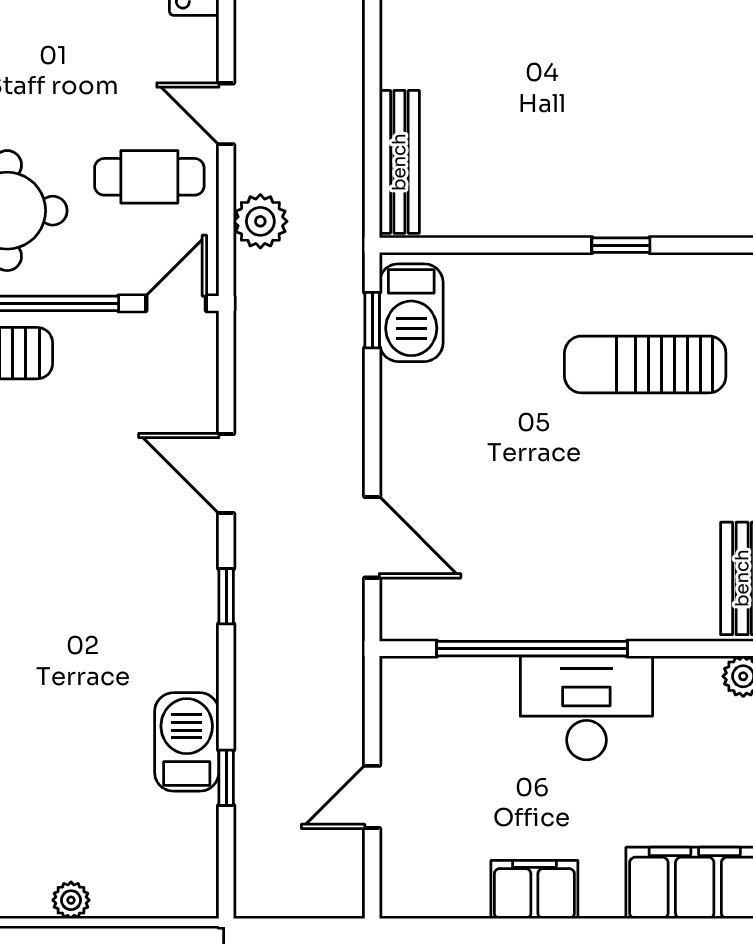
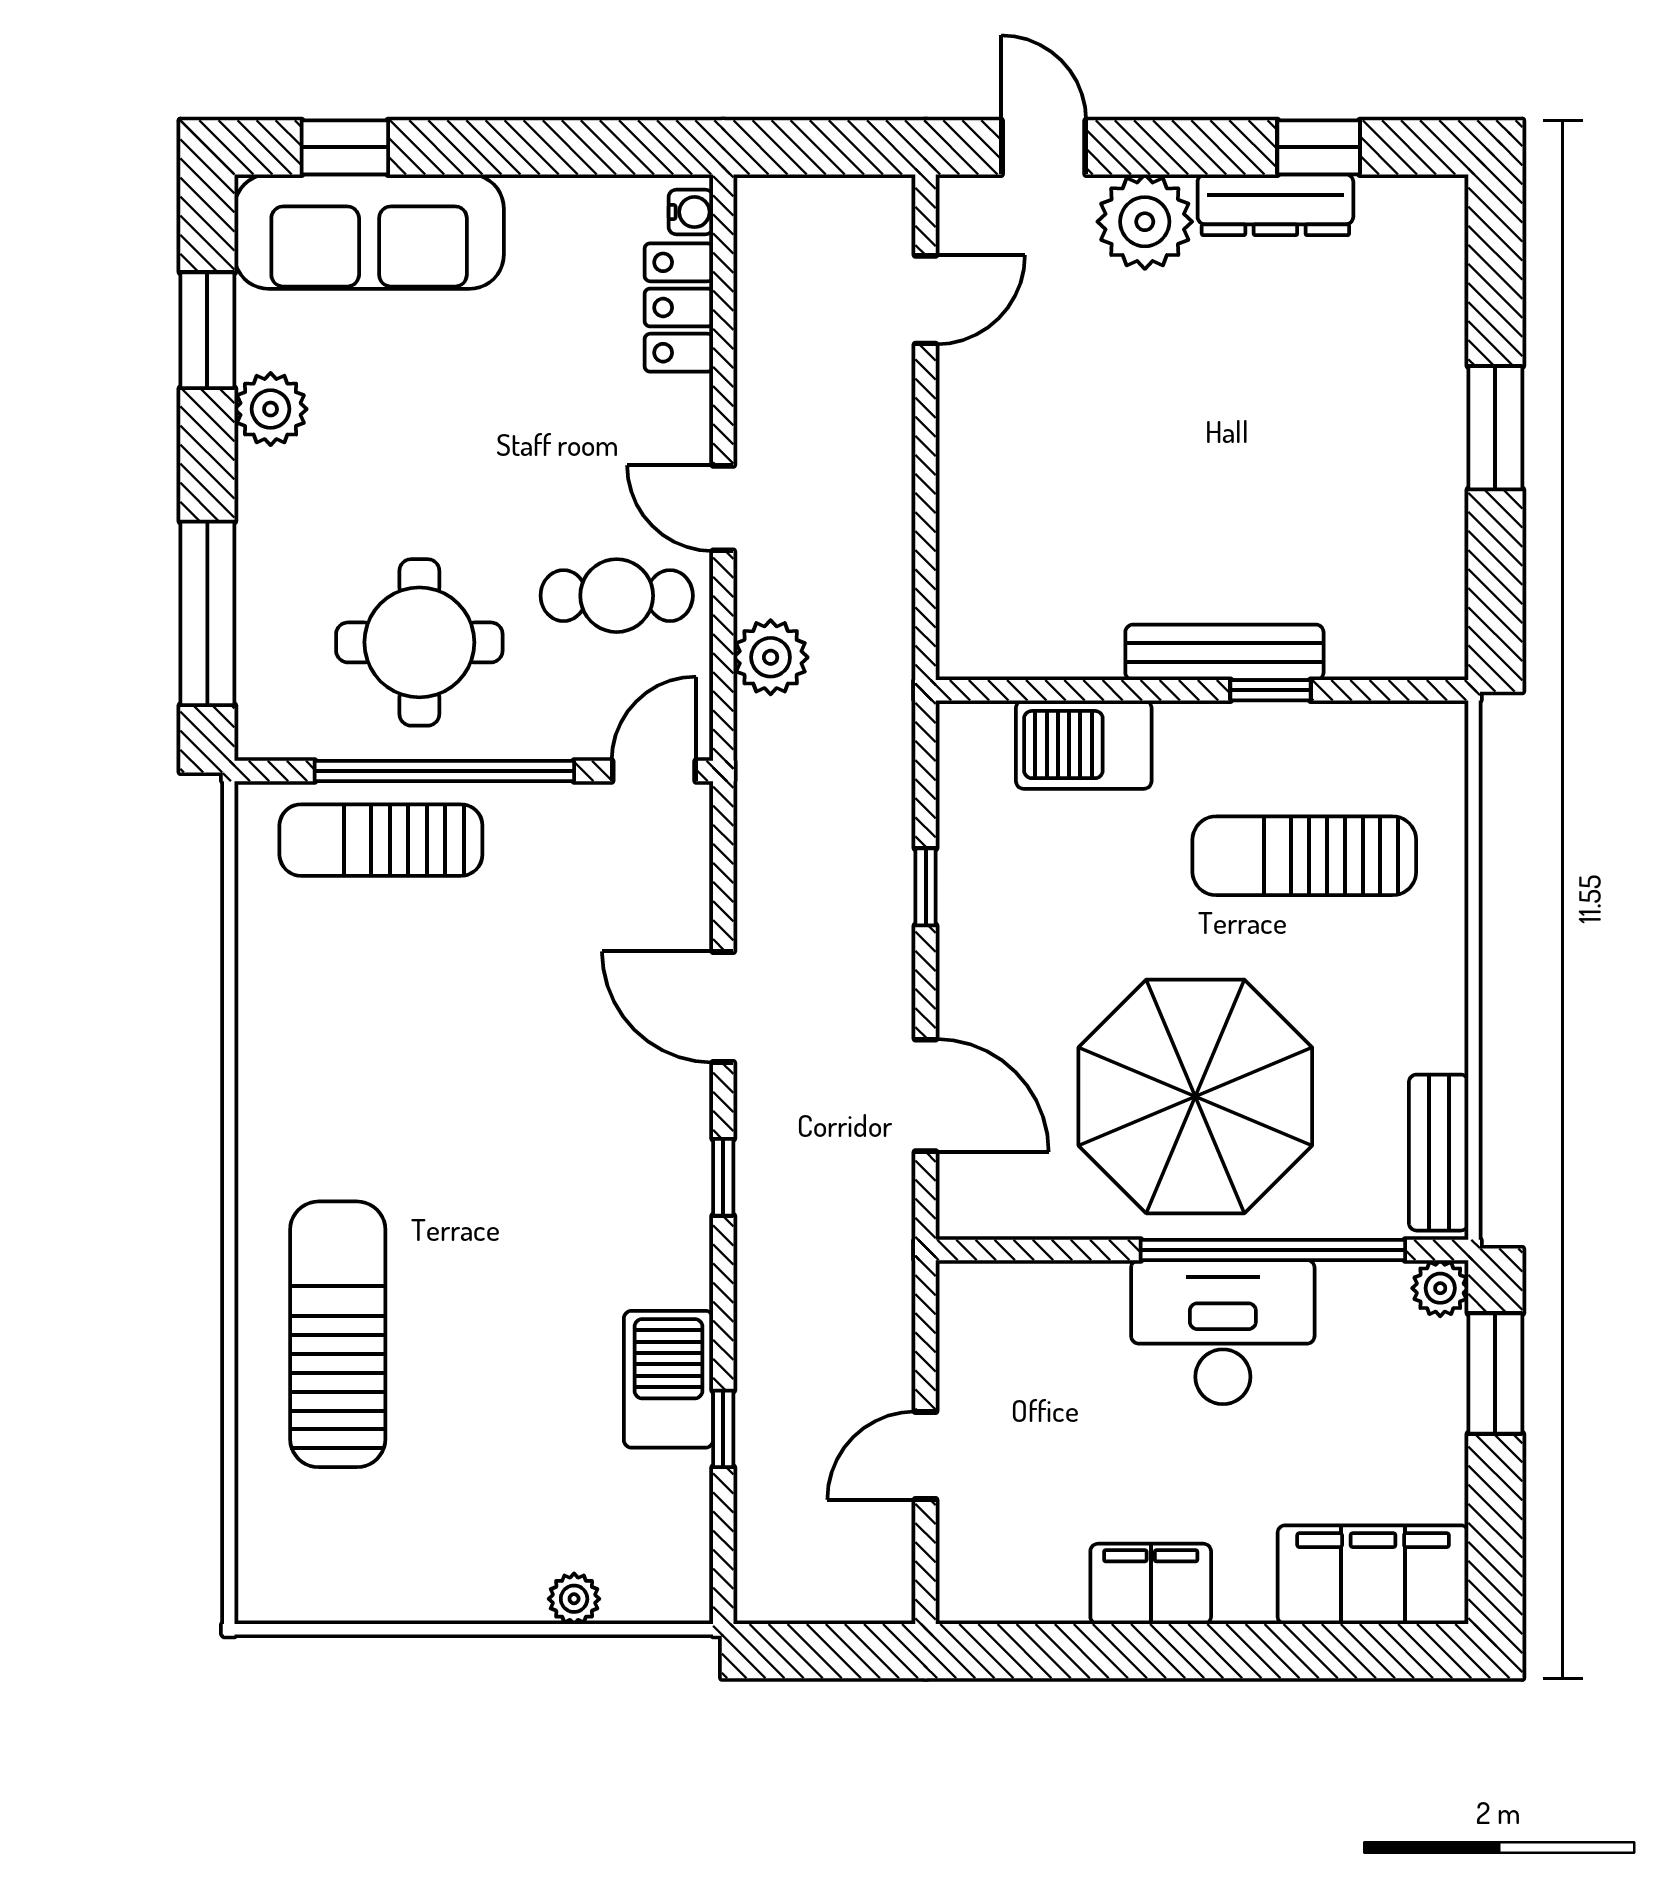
bench: (399, 162) -> (1224, 652), moved, turned 90
barbecue: (411, 313) -> (1084, 745), moved, turned 90
window: (372, 320) -> (926, 887), moved
parasol: (567, 538) -> (1195, 1096), added
window: (532, 649) -> (1273, 1250), moved
plant: (71, 900) -> (574, 1599), moved

